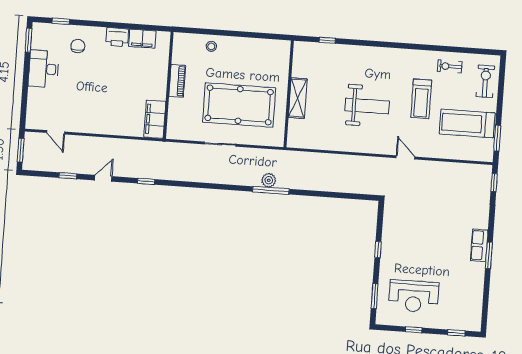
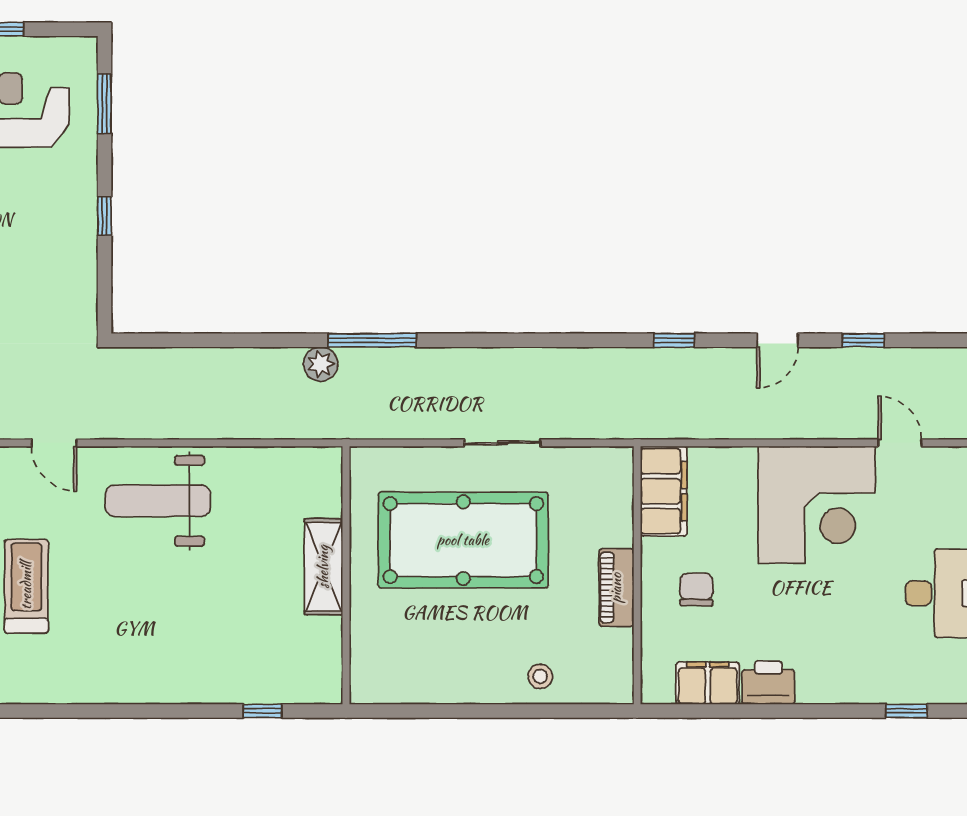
chair: (78, 46) -> (696, 589), moved, turned 180
weight bench: (367, 106) -> (158, 501), moved
corner desk: (92, 109) -> (817, 505), added
plant: (269, 180) -> (321, 364), moved

